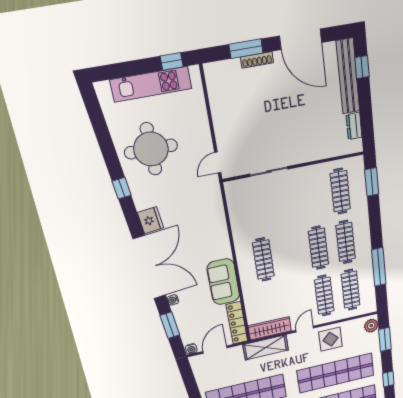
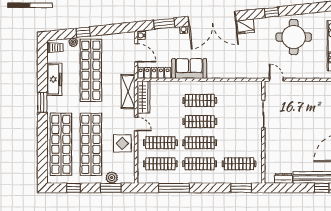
clothes rail: (291, 254) -> (200, 122), added
plant: (371, 326) -> (112, 178), moved

